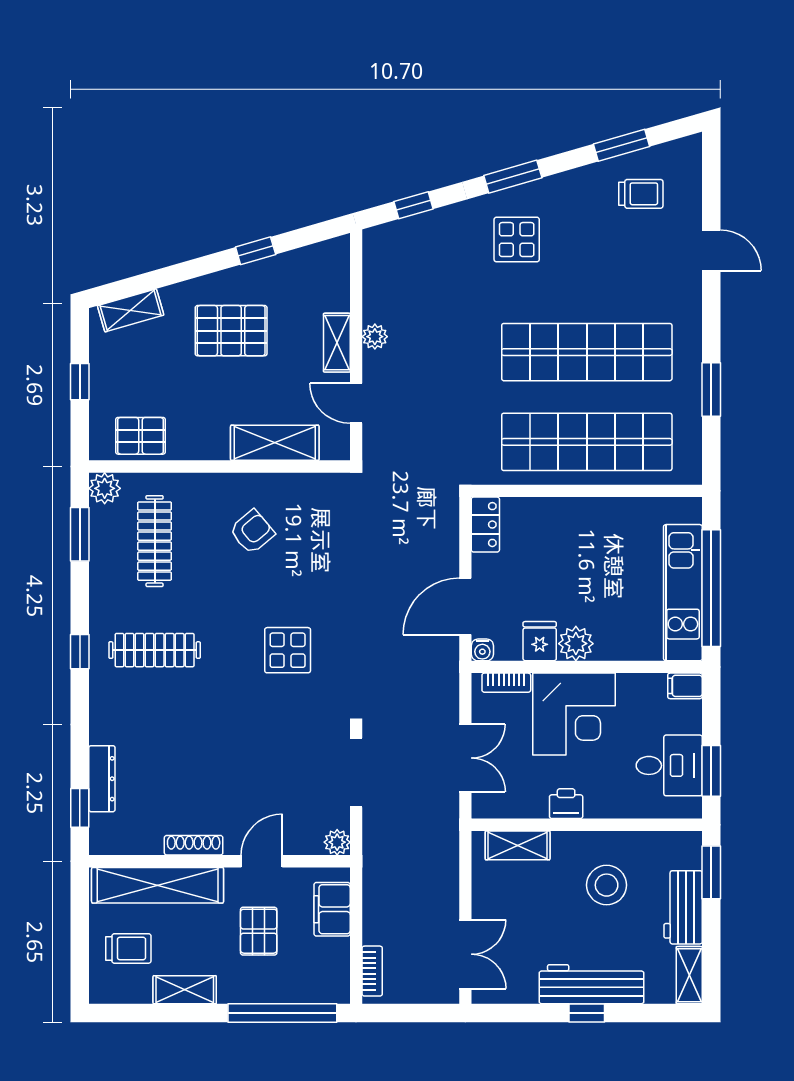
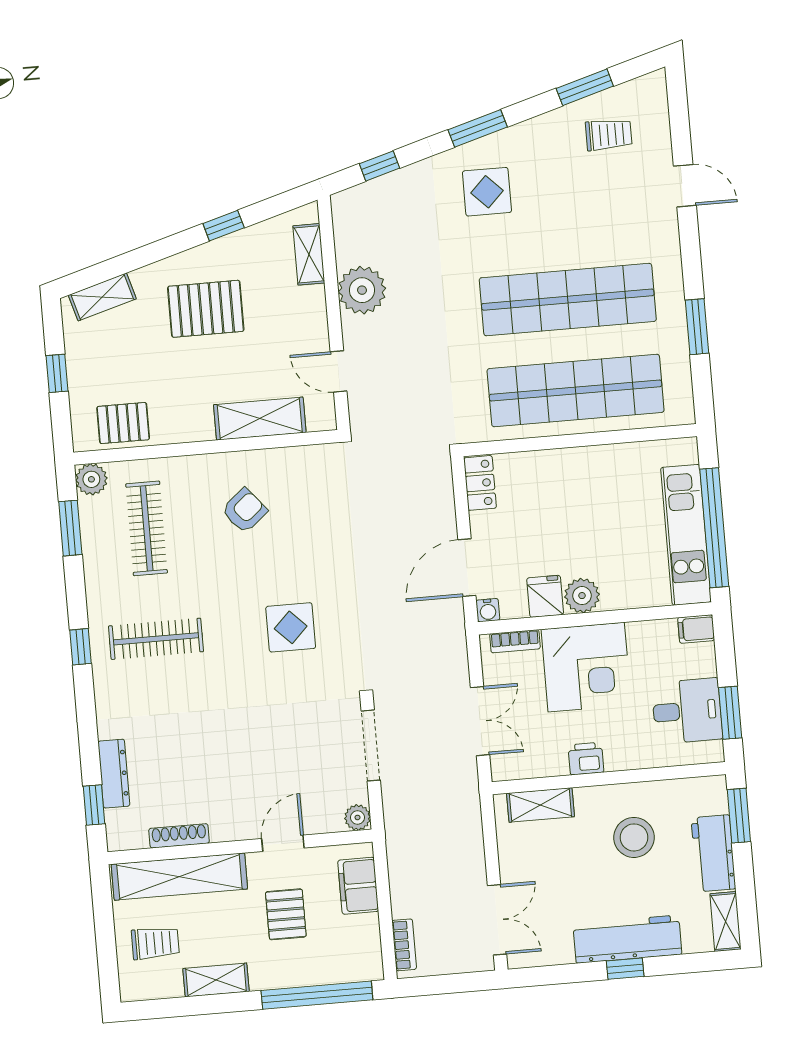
plant: (375, 337) -> (362, 290), width x1.88, depth x1.88
shelving: (337, 343) -> (309, 254), moved
shoe rack: (194, 845) -> (179, 836), moved

